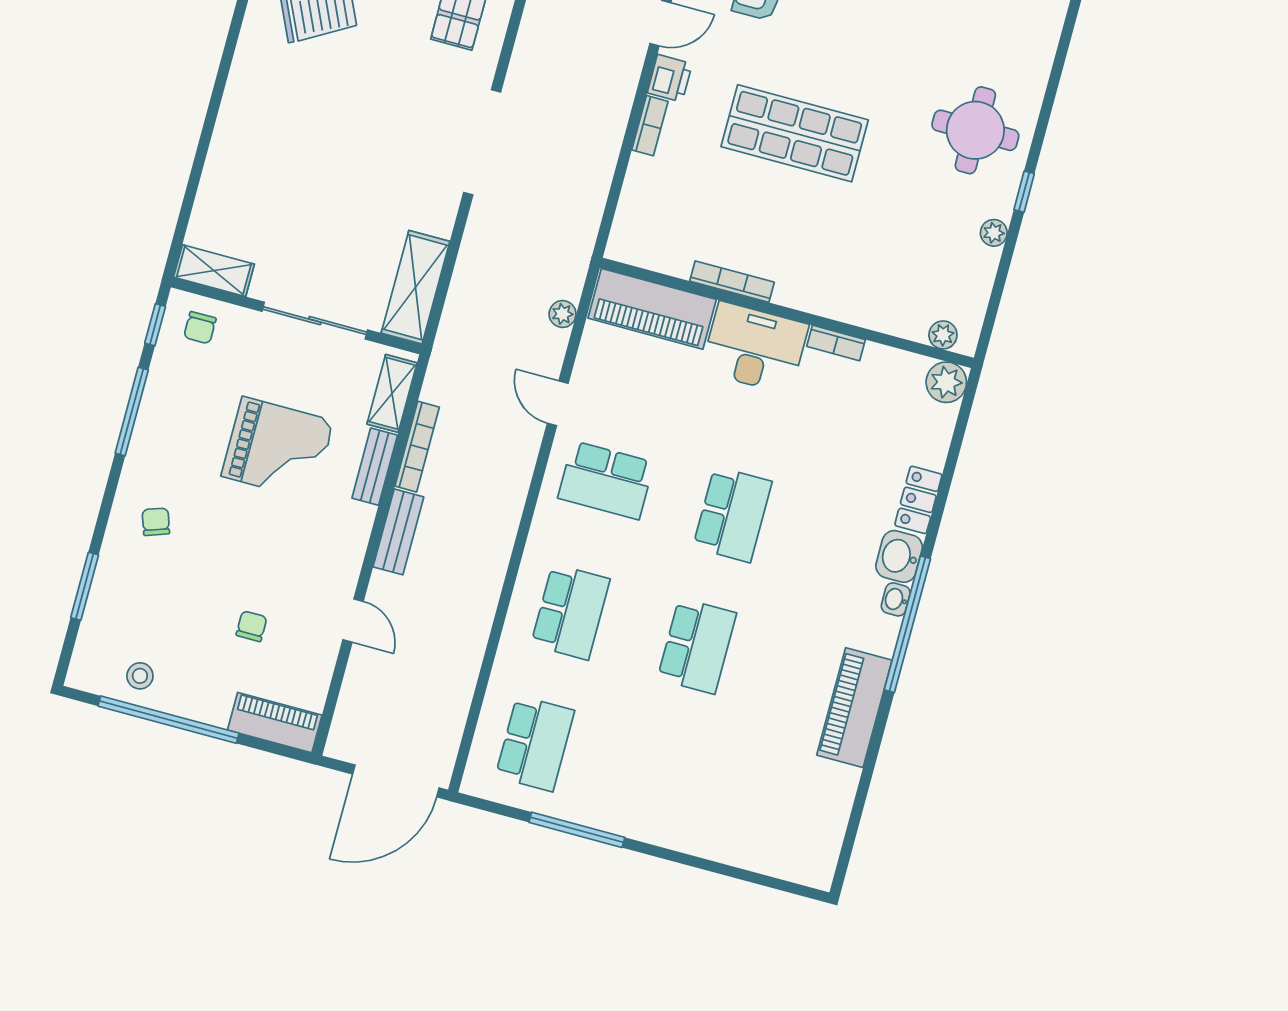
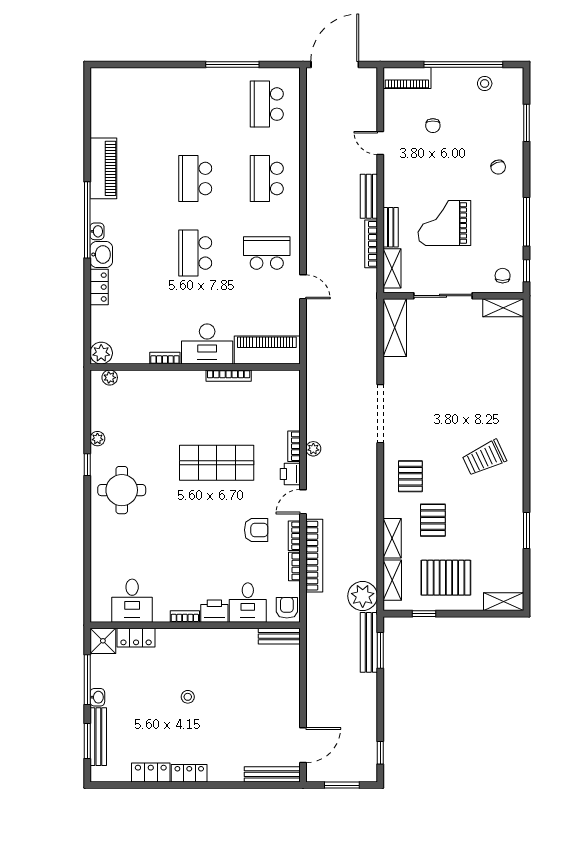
plant: (563, 314) -> (313, 449), moved

